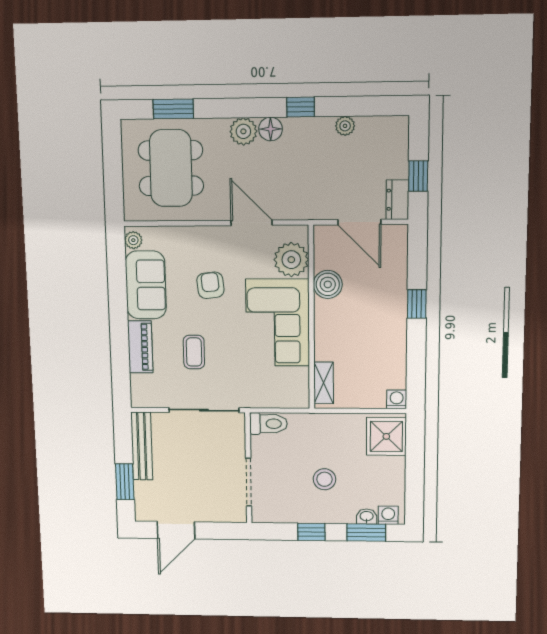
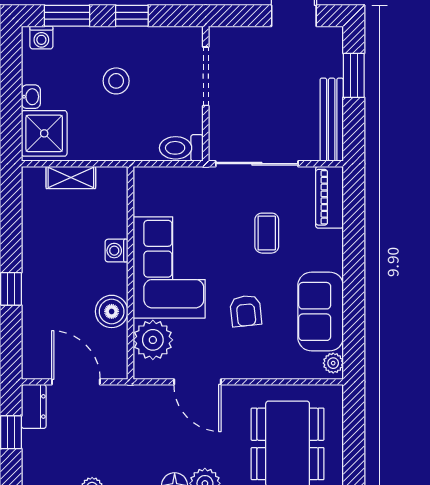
piano: (140, 347) -> (329, 197), moved
shelving: (324, 383) -> (71, 177), moved, turned 90
washing machine: (397, 399) -> (116, 251), moved, turned 90
washbasin: (367, 517) -> (31, 97), moved, turned -90

